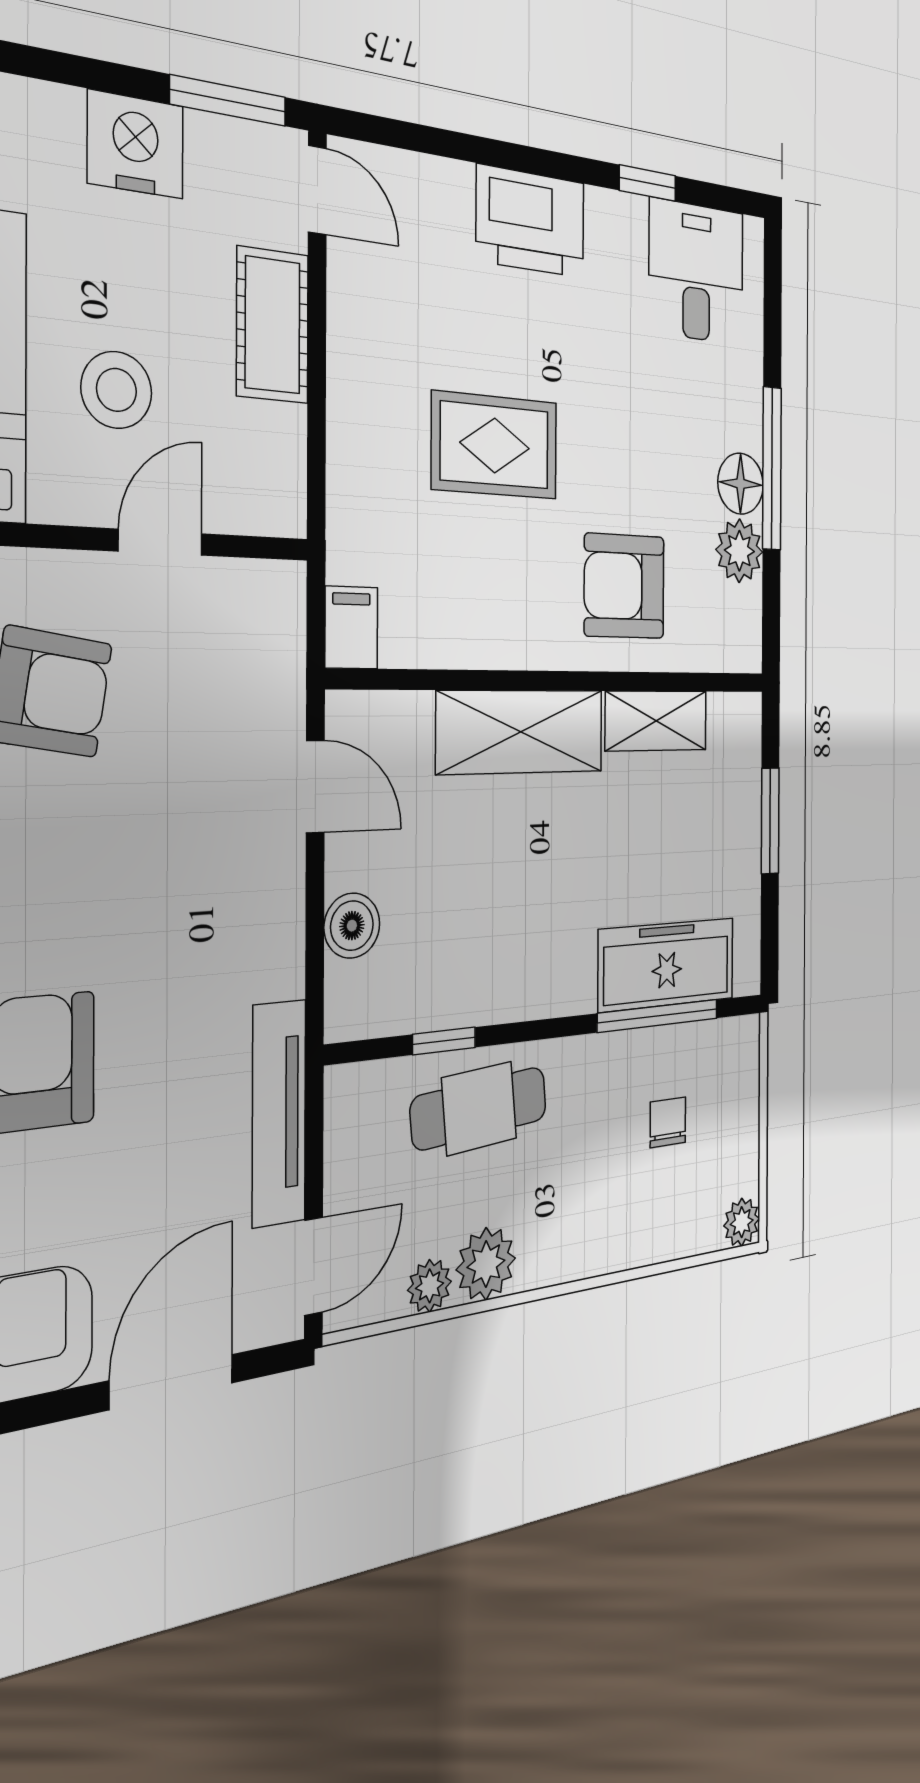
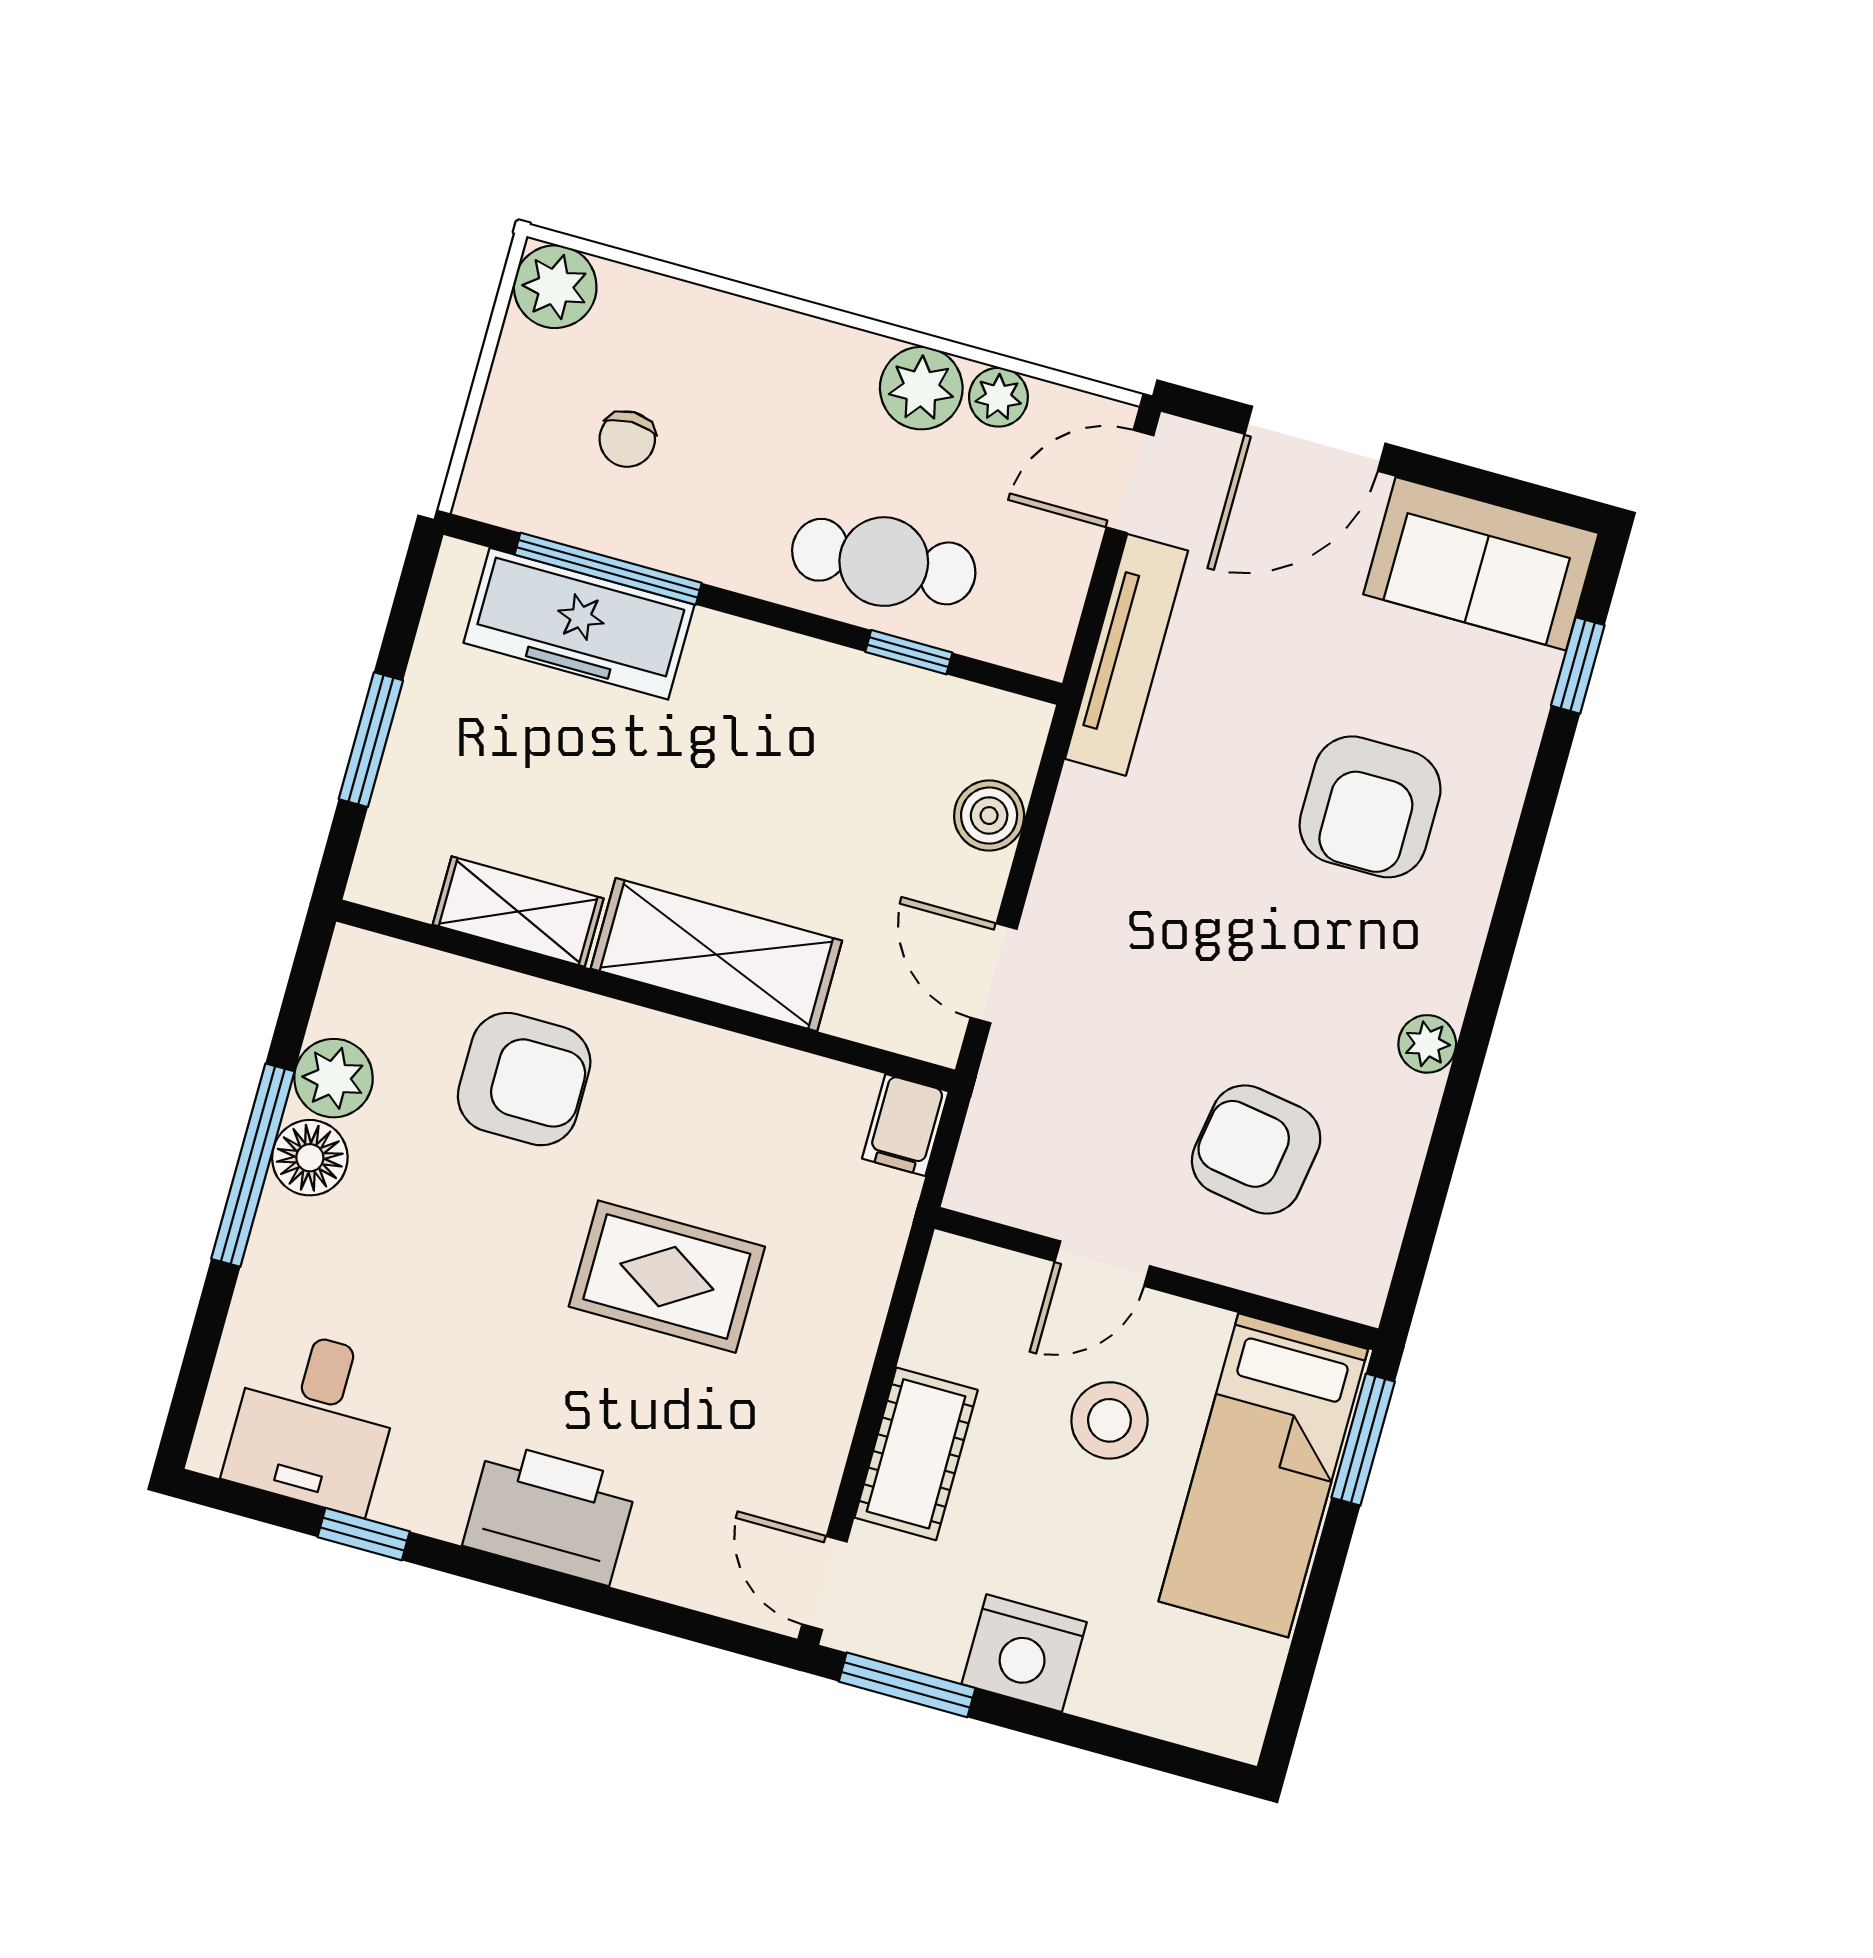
plant: (742, 1222) -> (555, 287), width x1.38, depth x1.38

